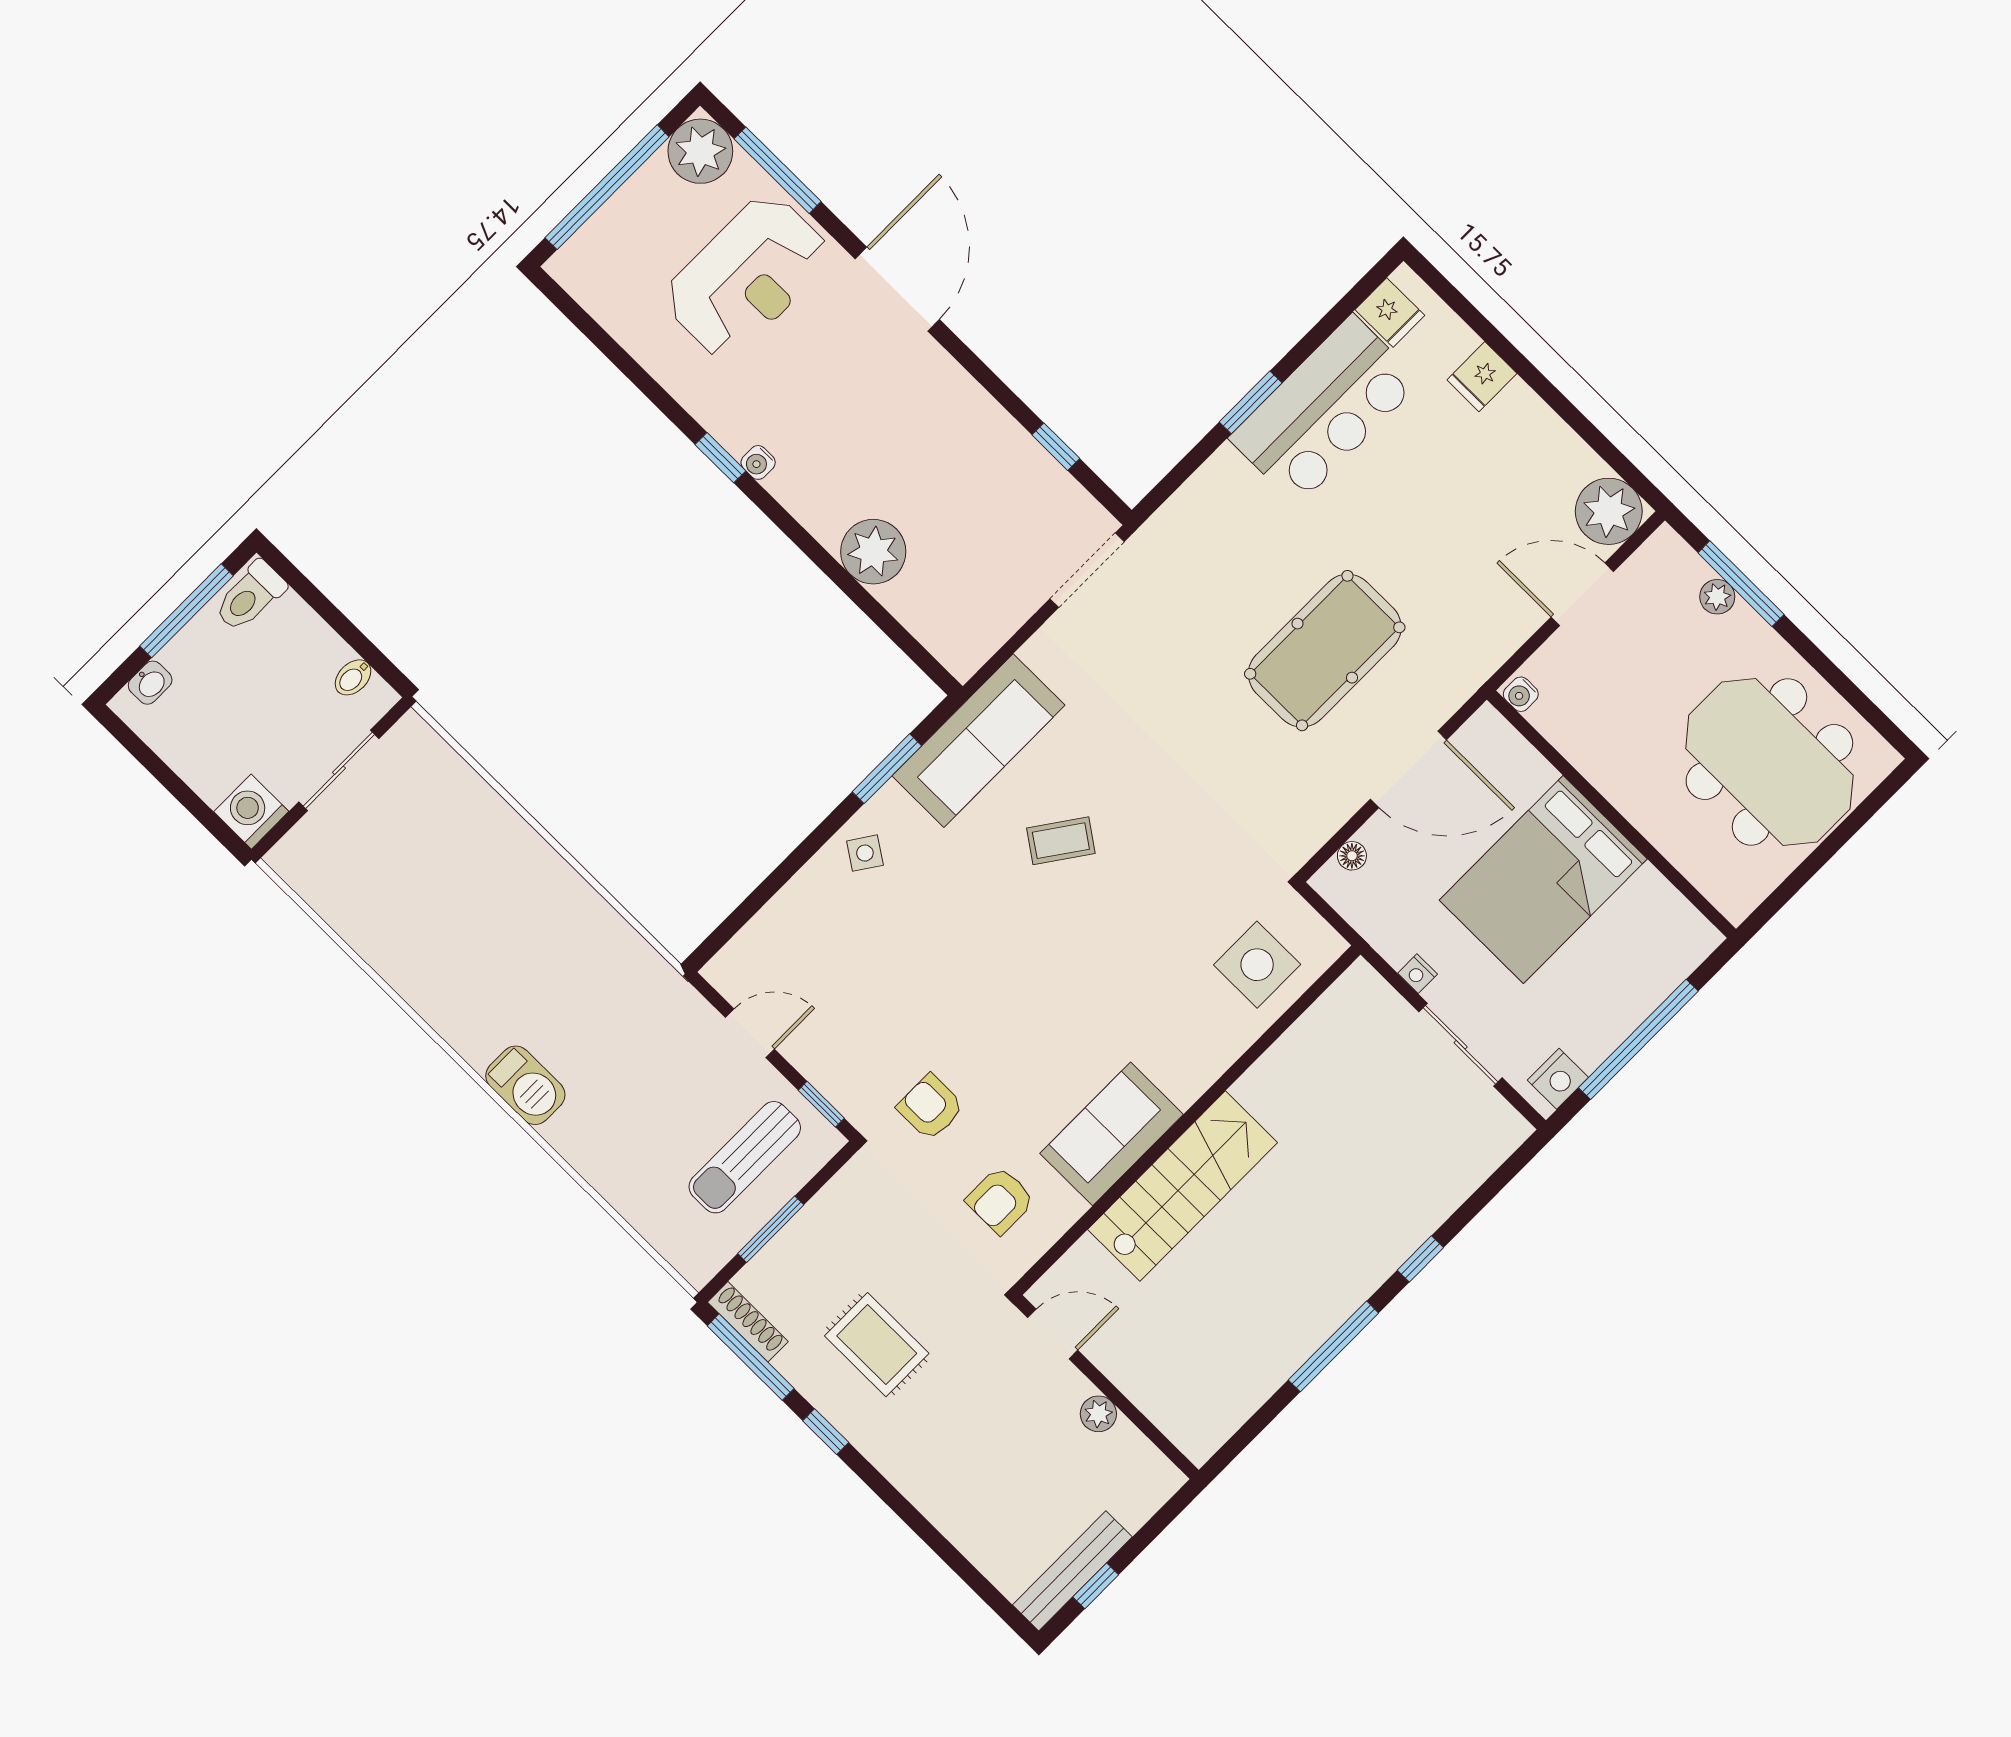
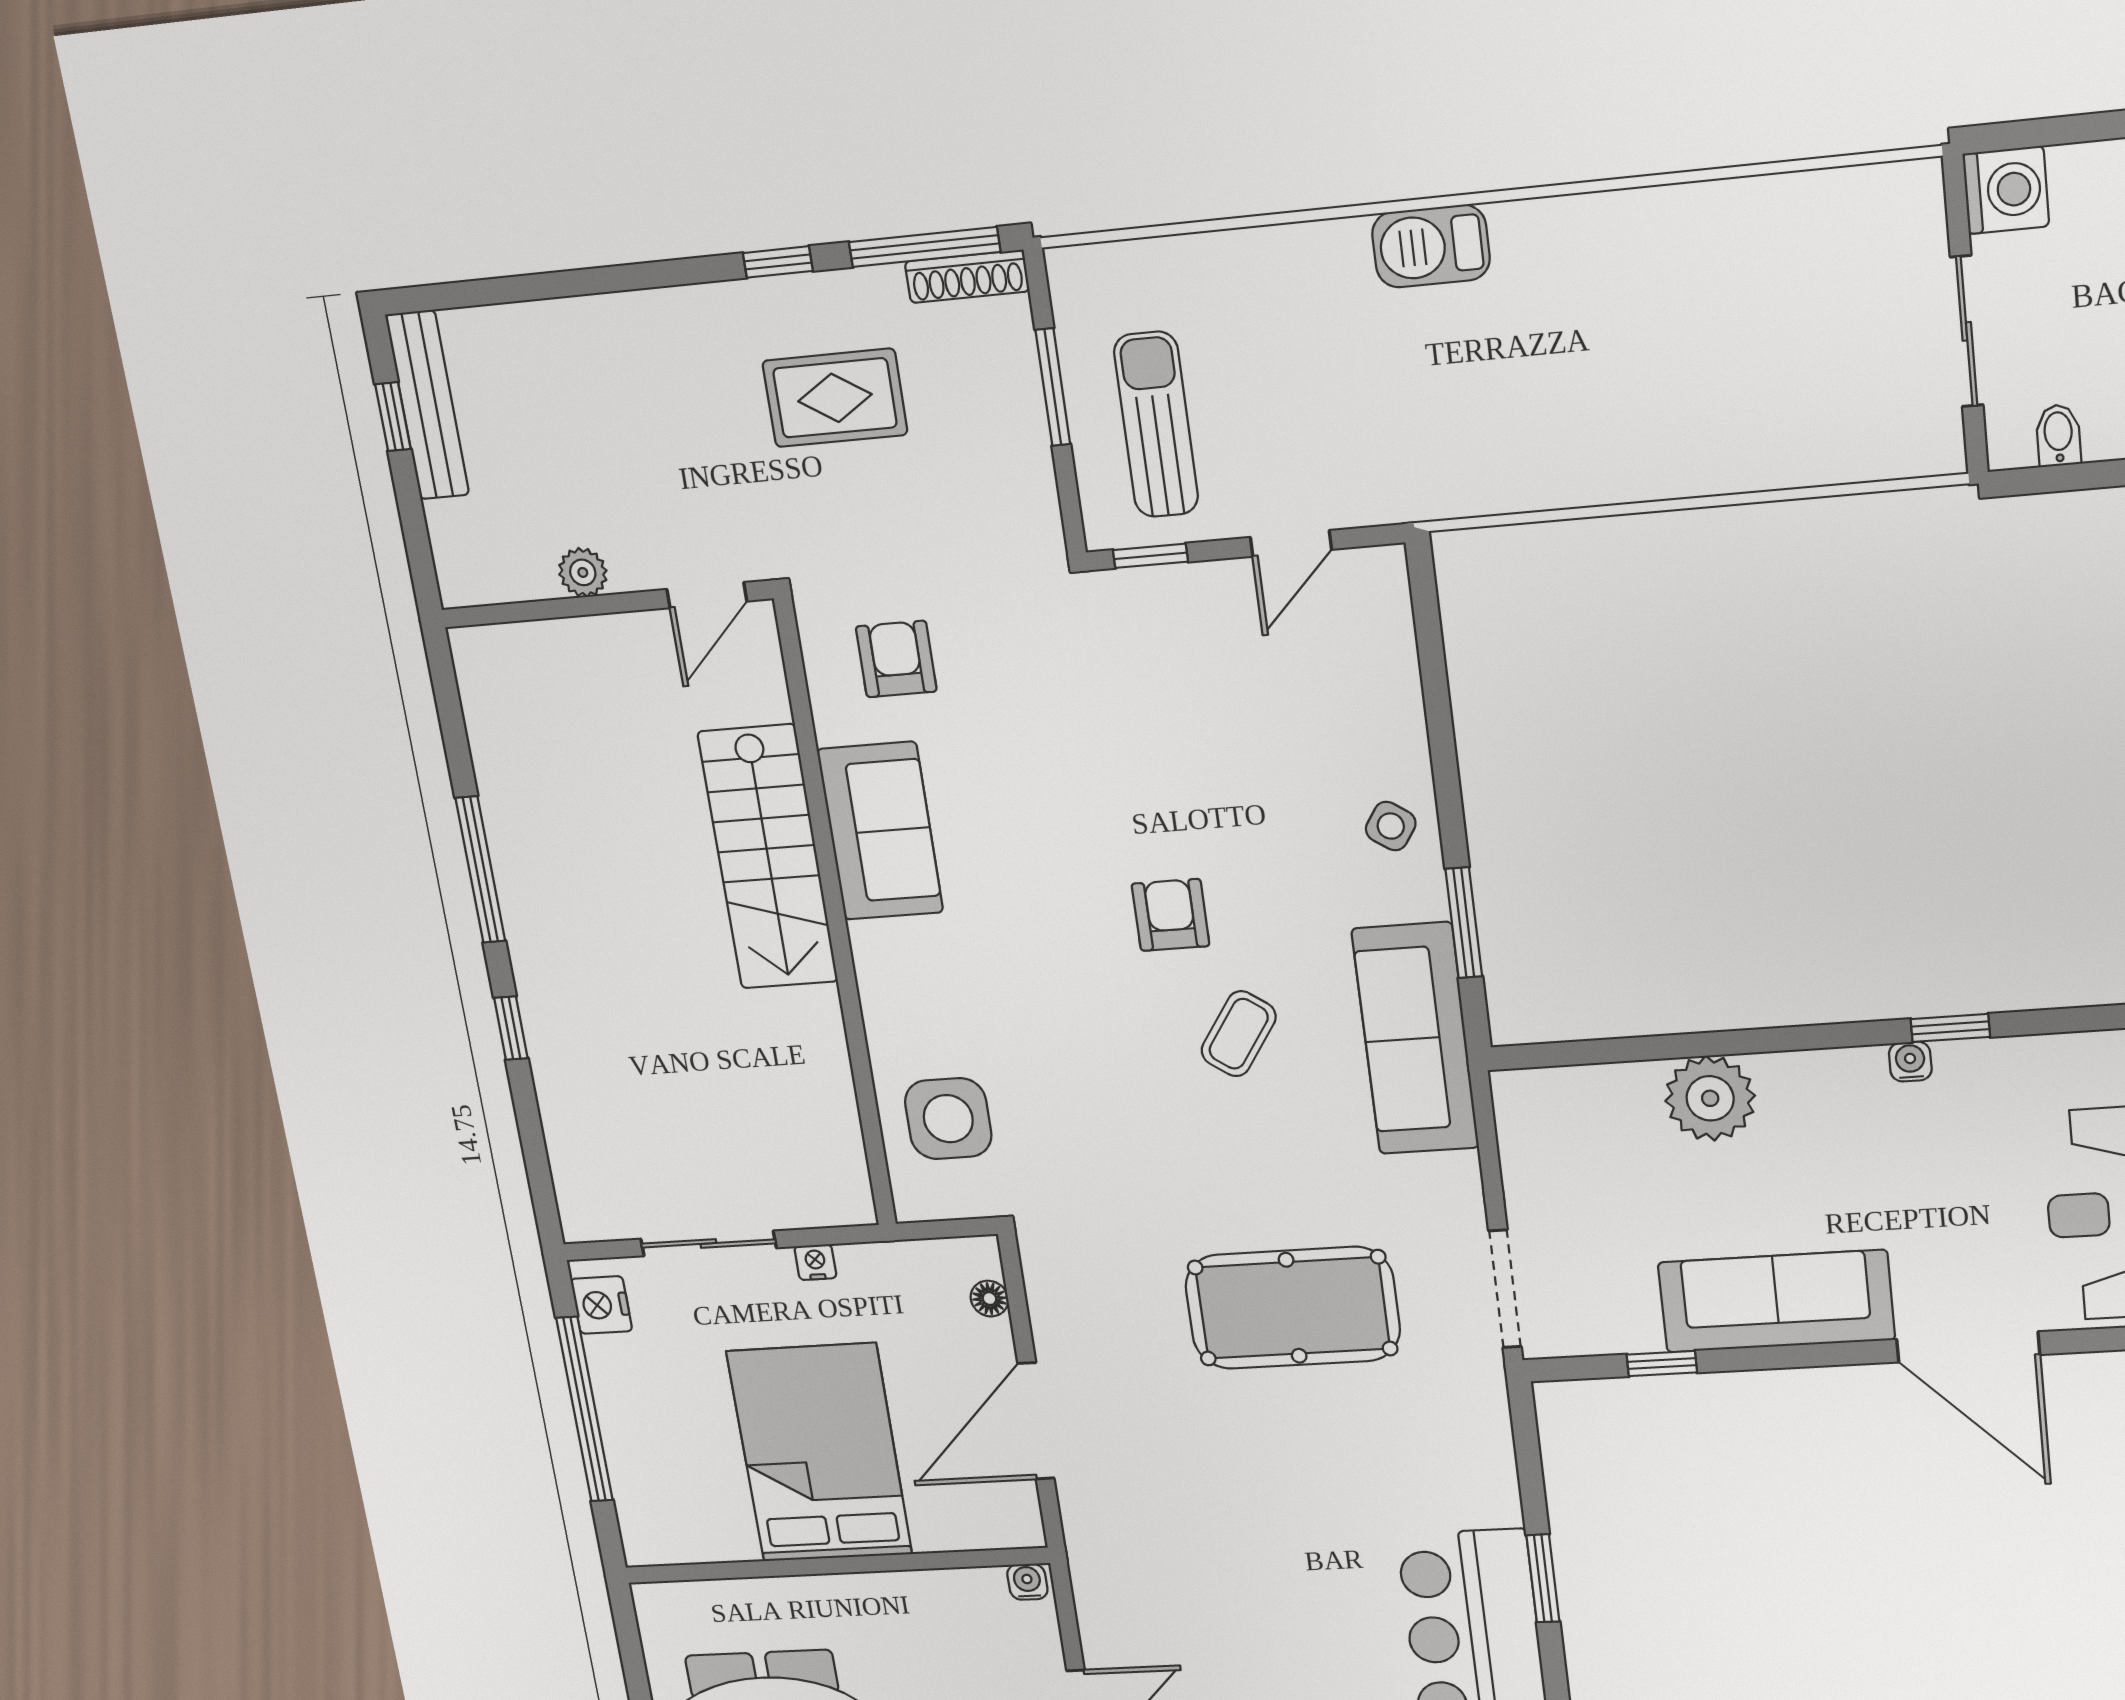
sofa: (962, 416) -> (1776, 1301), added
pool table: (1325, 651) -> (1293, 1308), moved, turned 90
armchair: (930, 1107) -> (1171, 915), moved, turned -90

